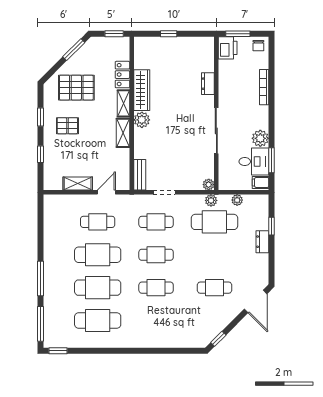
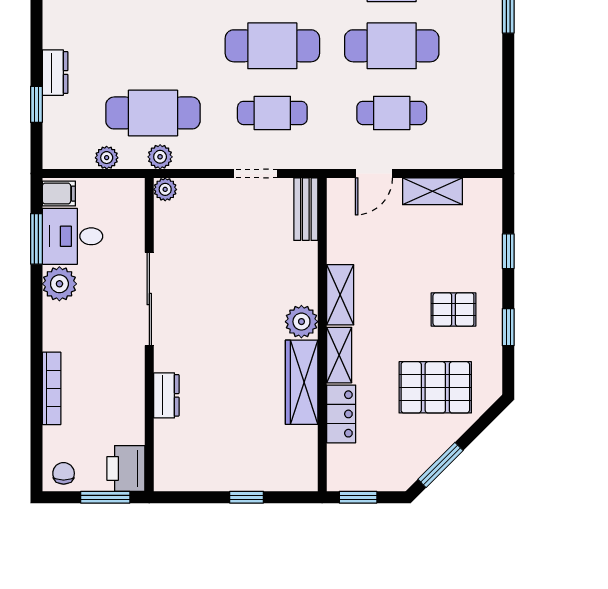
cafe table: (156, 255) -> (272, 46), width x1.37, depth x1.35

